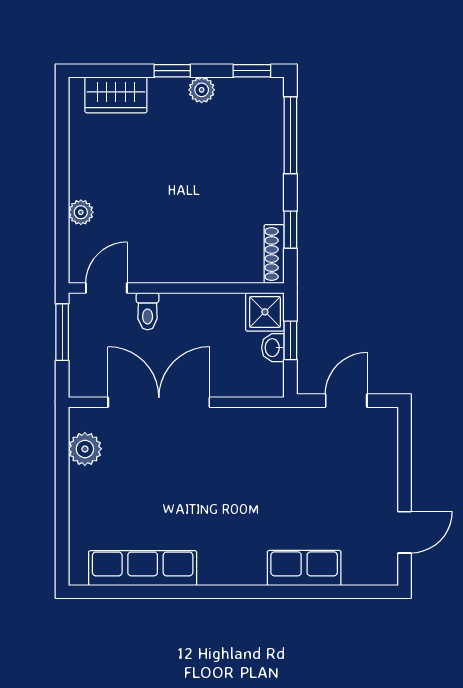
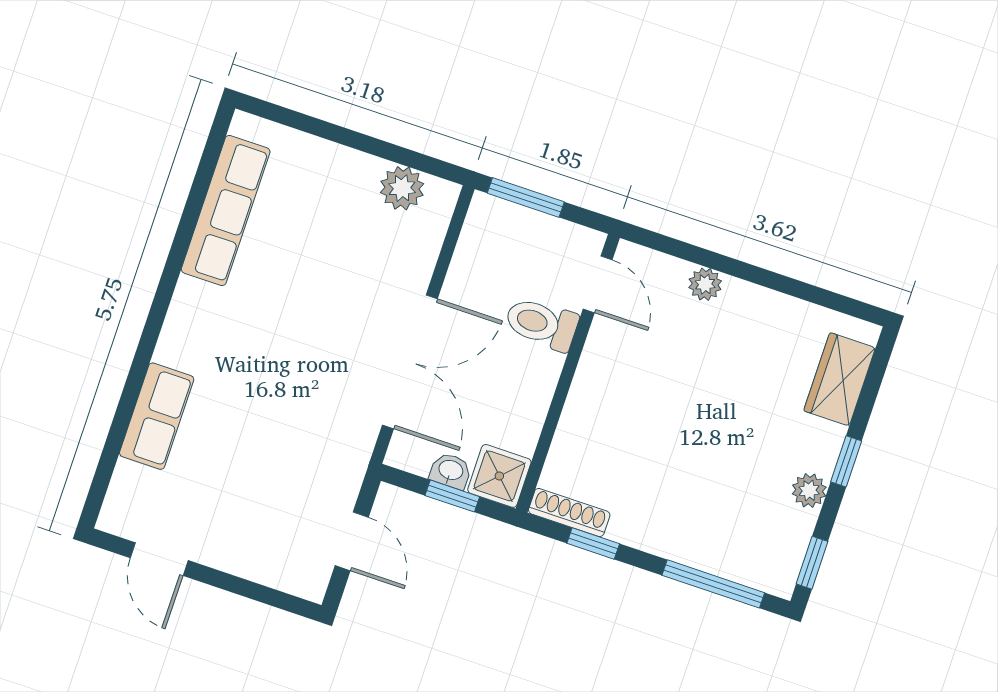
toilet: (148, 311) -> (541, 324), width x1.37, depth x1.39
window: (62, 332) -> (526, 197), moved
double door: (159, 402) -> (410, 362), moved

